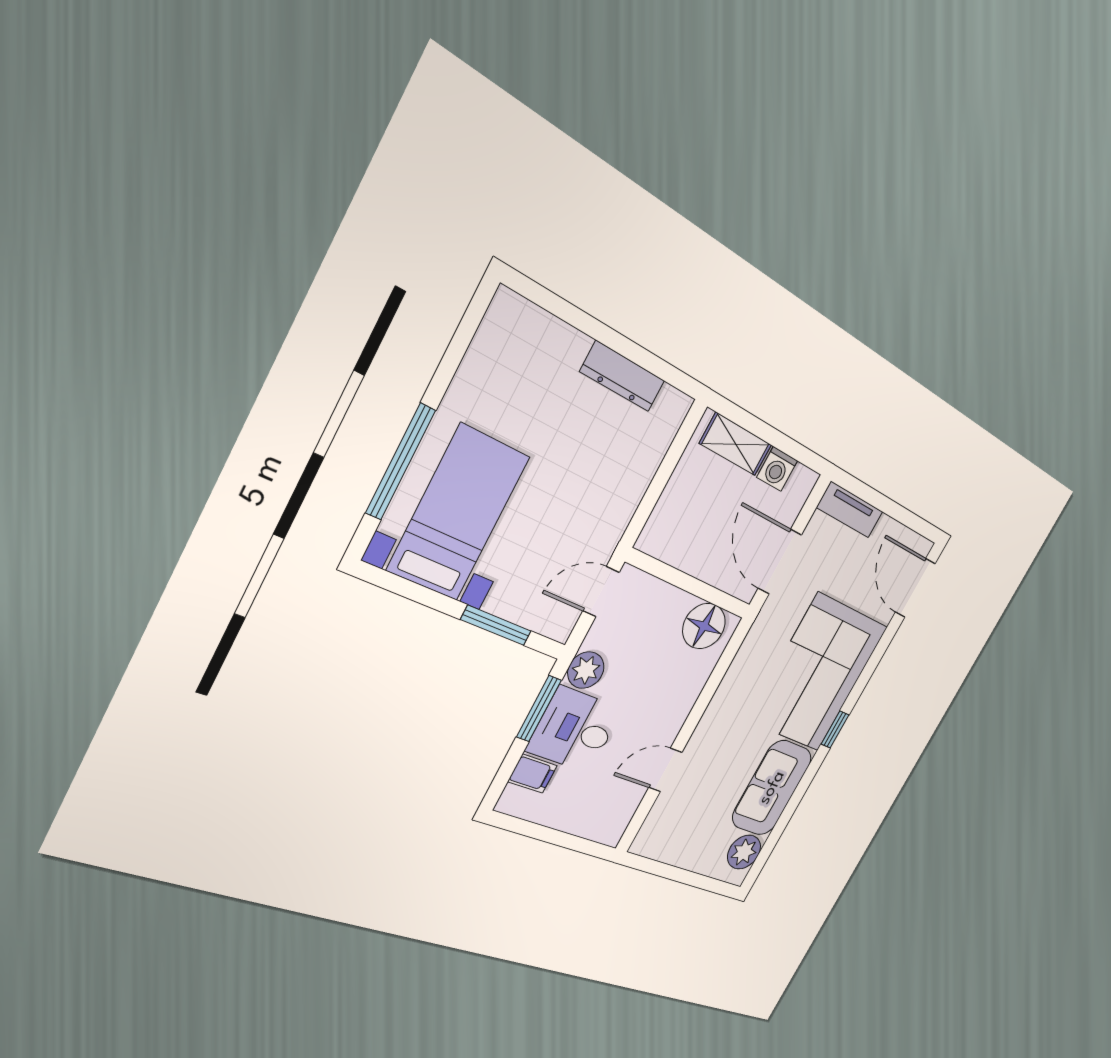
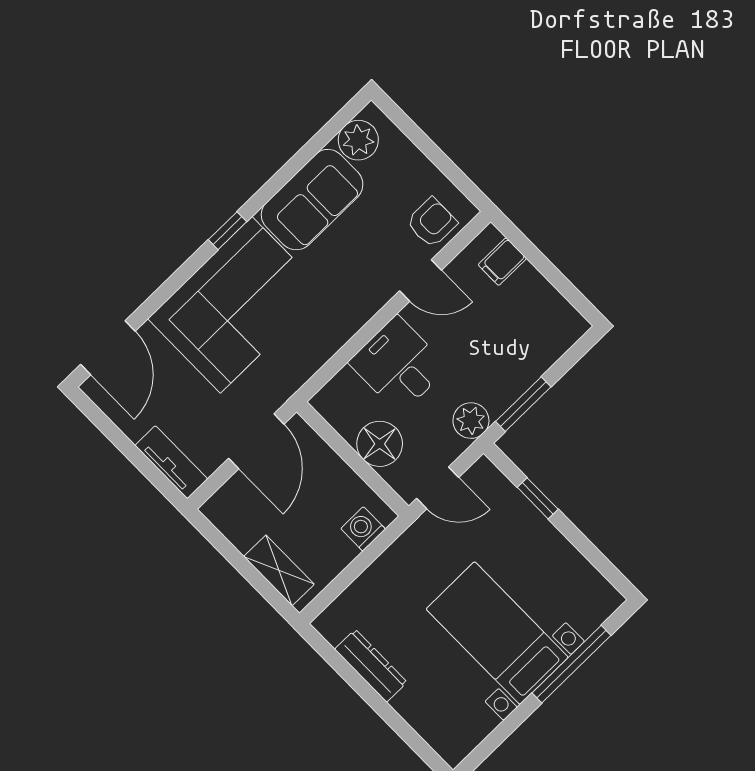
washing machine: (777, 469) -> (363, 529), moved, turned -90
bed with nightstands: (458, 513) -> (497, 633), moved, turned 90
window: (496, 625) -> (538, 498), width x0.67
floor lamp: (704, 626) -> (380, 444), moved
desk: (575, 730) -> (398, 365), moved, turned 180
filing cabinet: (532, 774) -> (502, 262), moved, turned -90
armchair: (667, 821) -> (432, 223), added

